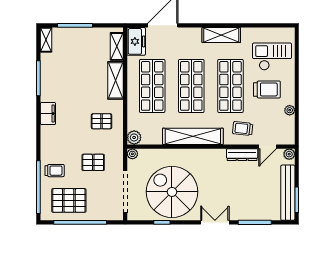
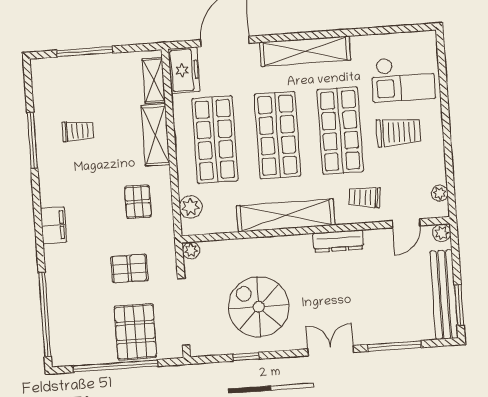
shelving: (221, 35) -> (305, 51), width x1.47
shelving: (46, 40) -> (40, 78), removed
checkout: (272, 57) -> (403, 79), turned 180
plant: (290, 110) -> (440, 193), moved
filing cabinet: (48, 114) -> (54, 225), moved
pallet: (102, 121) -> (138, 202), turned 90
plant: (134, 137) -> (191, 207), moved
dresser: (242, 155) -> (338, 241), moved
trolley: (55, 171) -> (78, 131), moved
spiral stairs: (172, 192) -> (259, 307), width x0.73, depth x0.73
pallet: (69, 200) -> (135, 332), moved, turned 90

